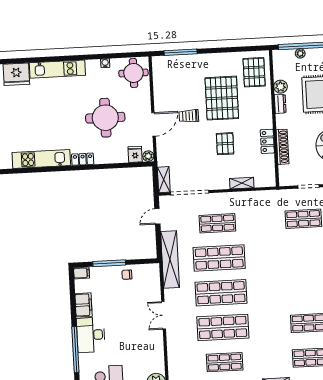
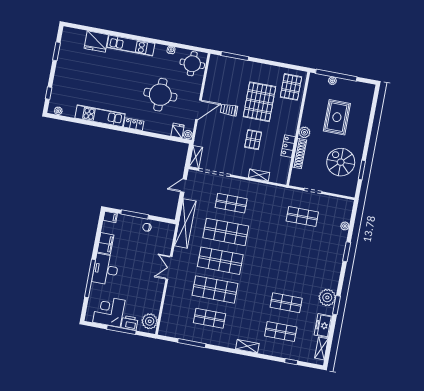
plant: (281, 87) -> (304, 132), moved
dresser: (280, 104) -> (306, 118), removed

